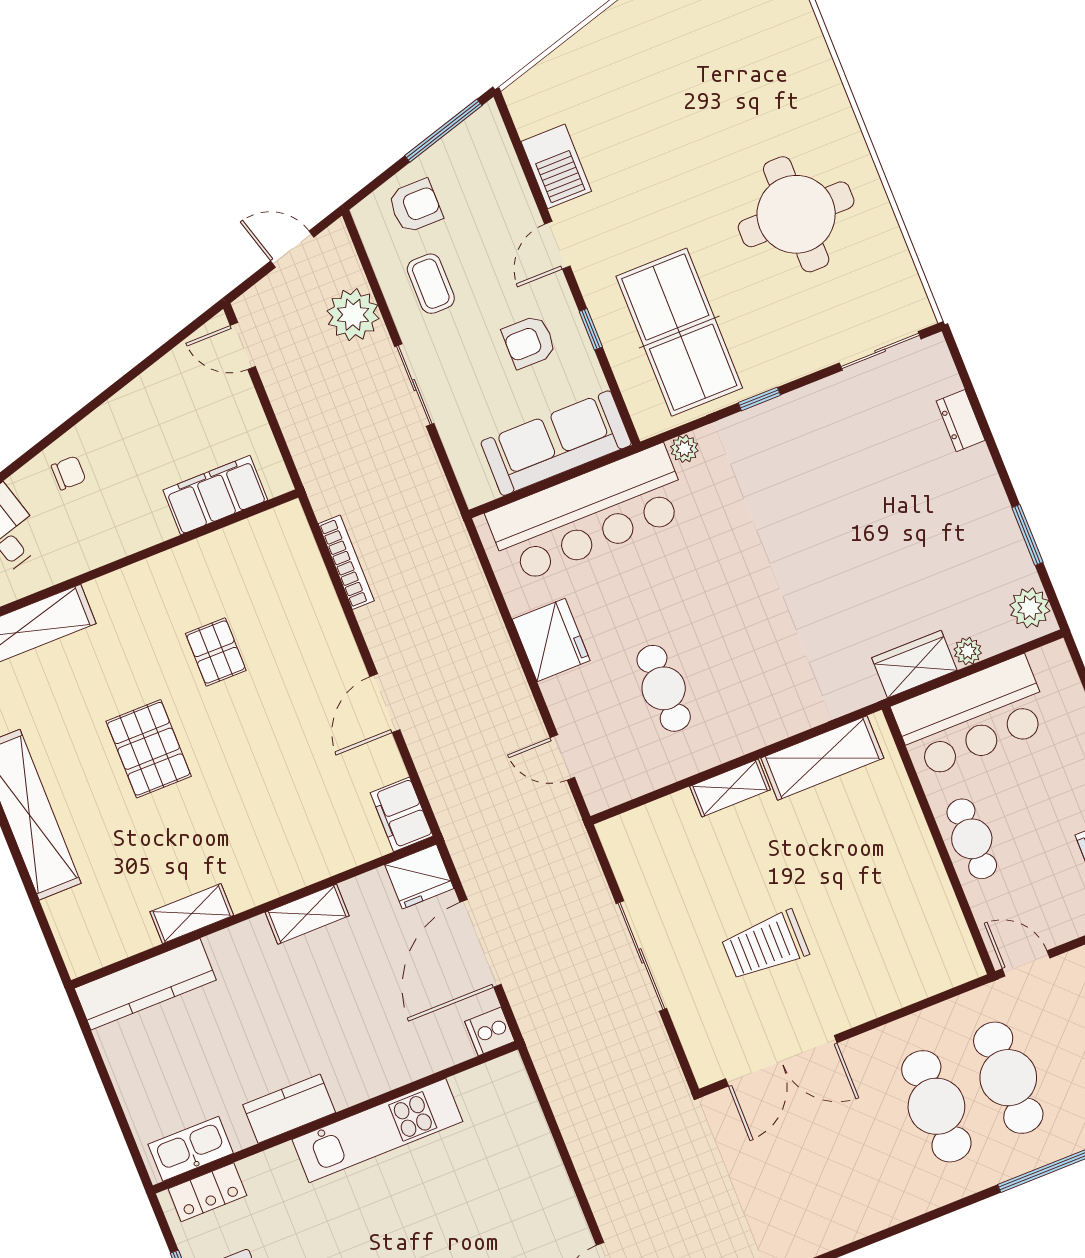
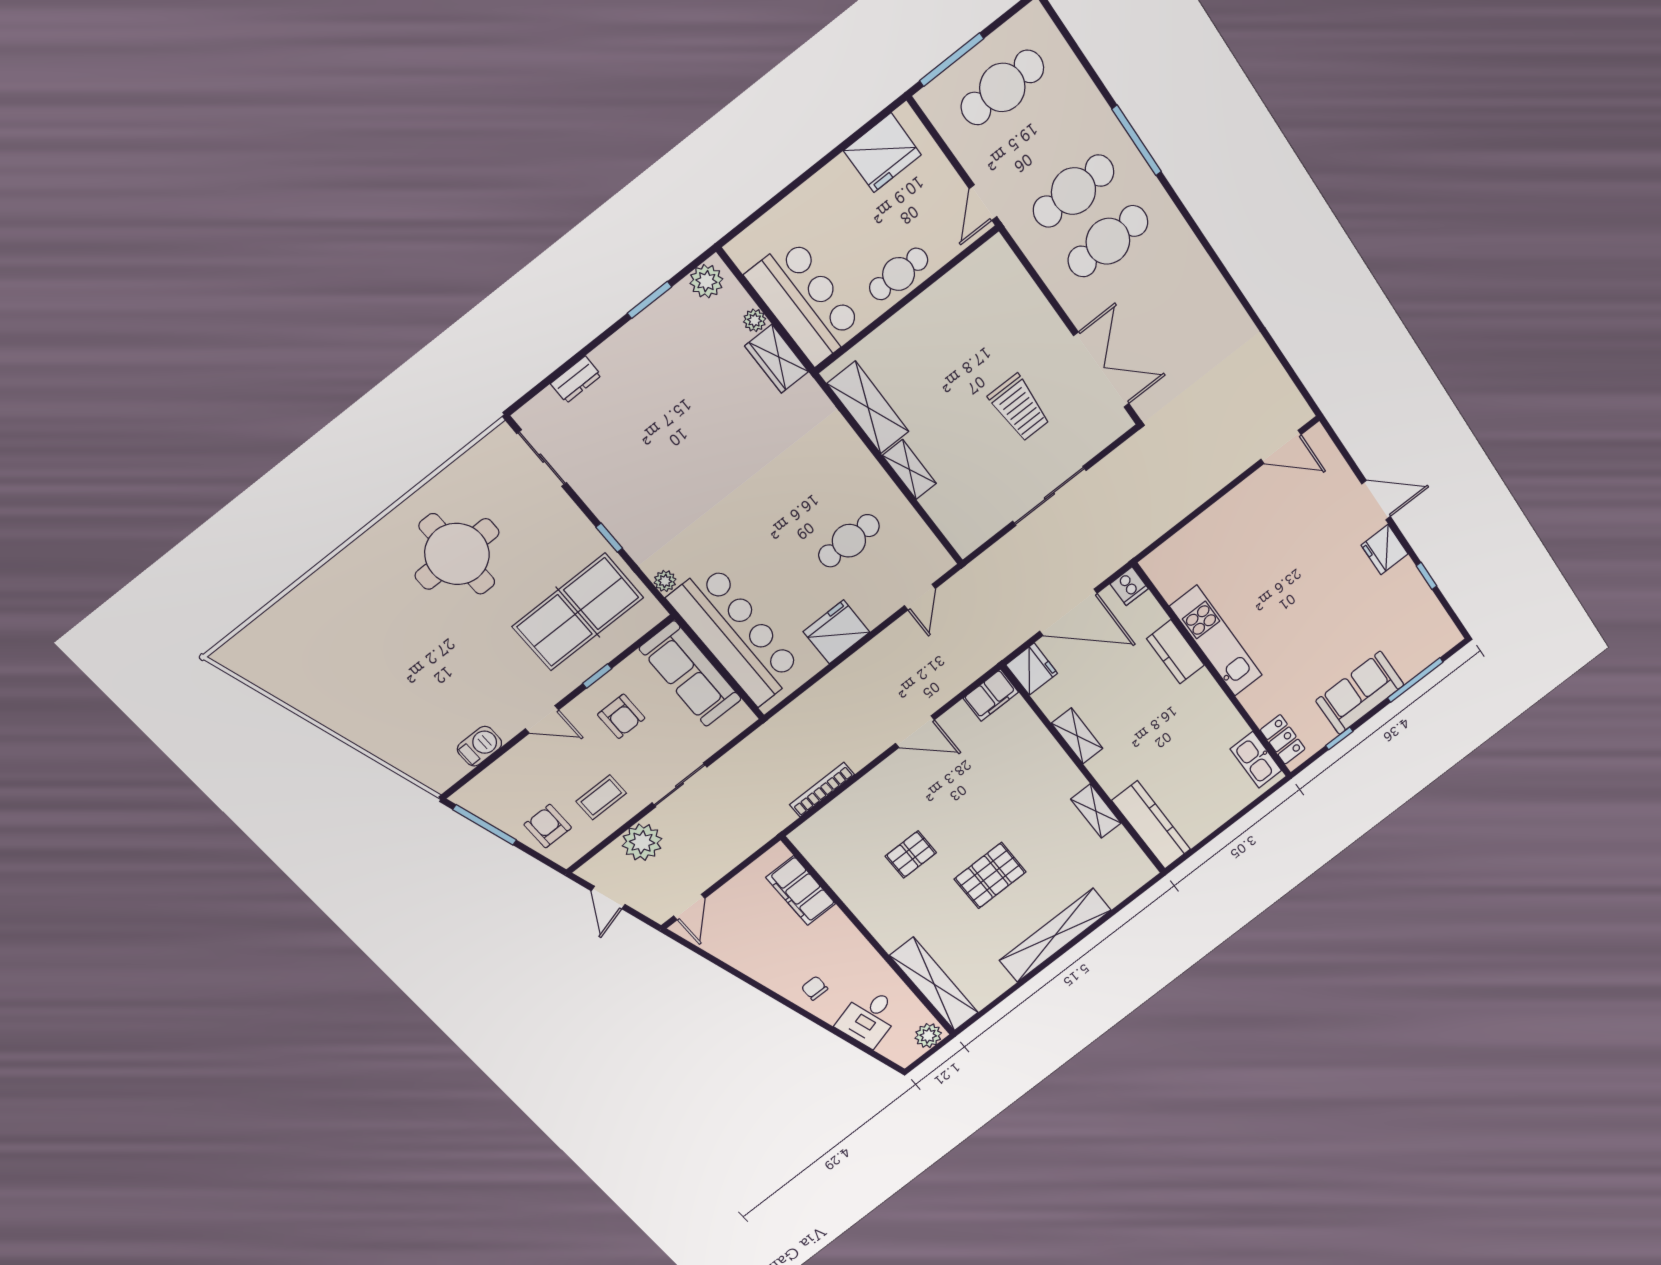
barbecue: (556, 166) -> (480, 746), width x0.73, depth x0.79
kitchen counter: (289, 1109) -> (1175, 652), moved

